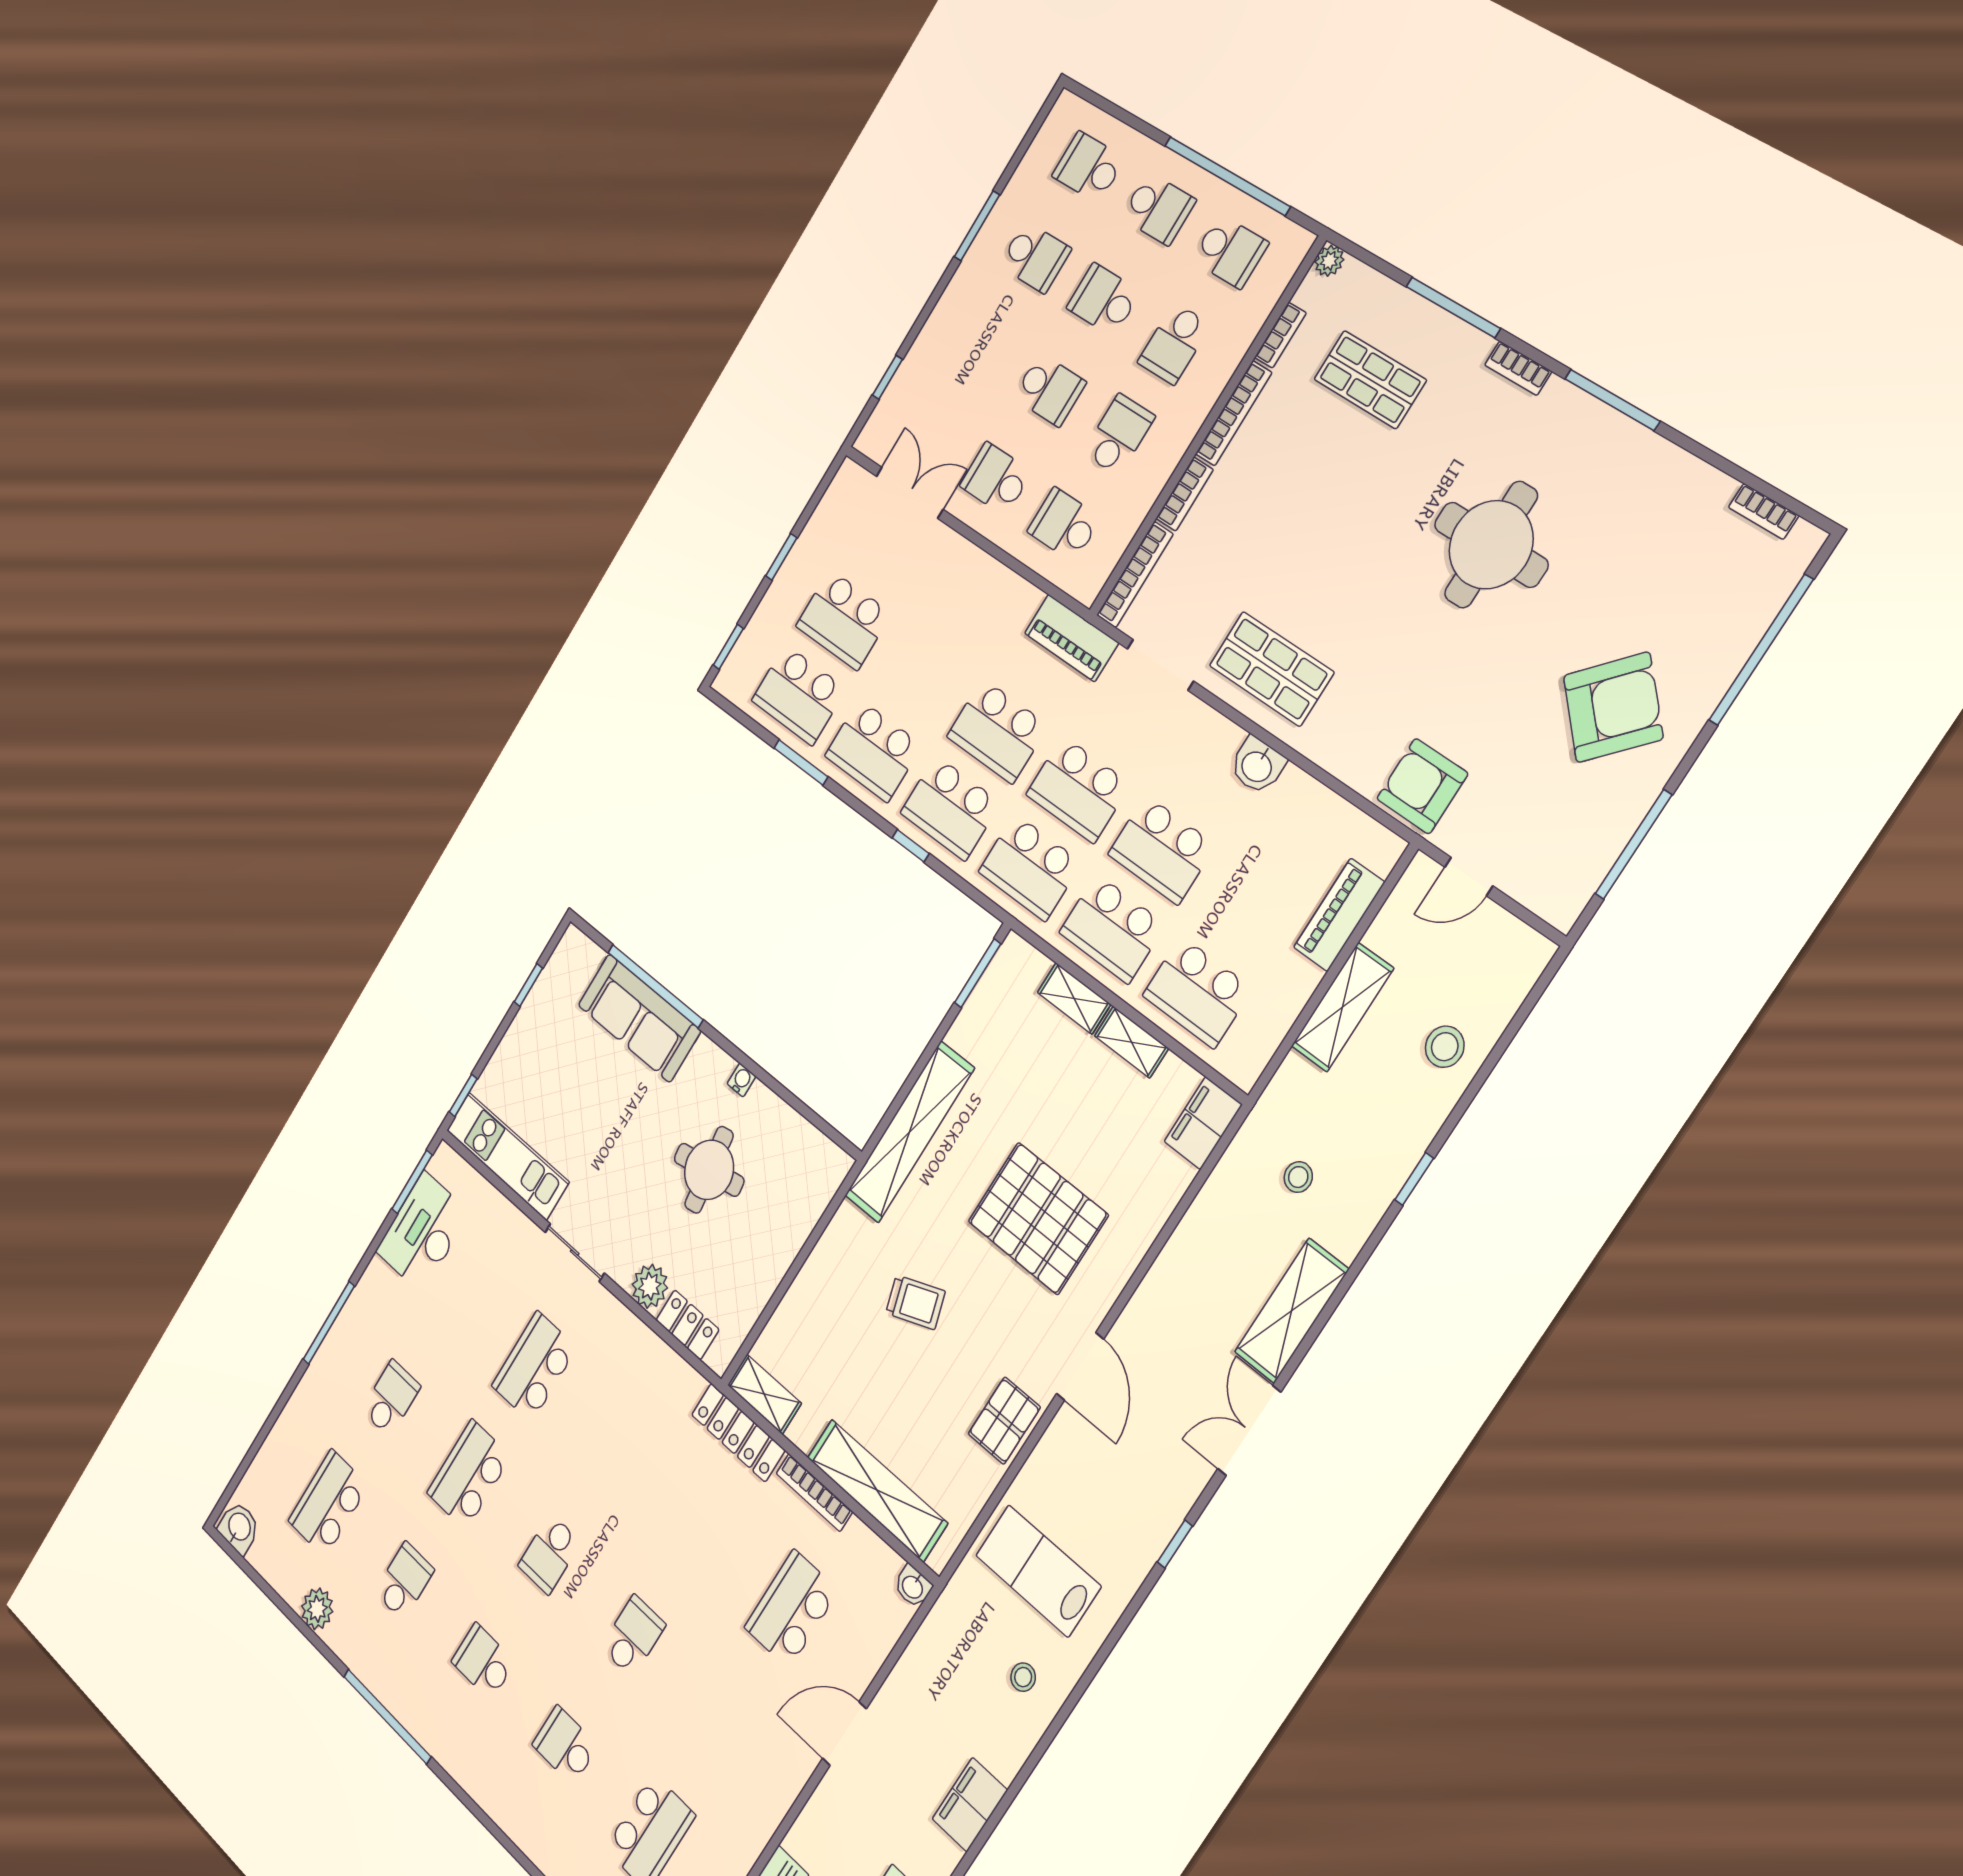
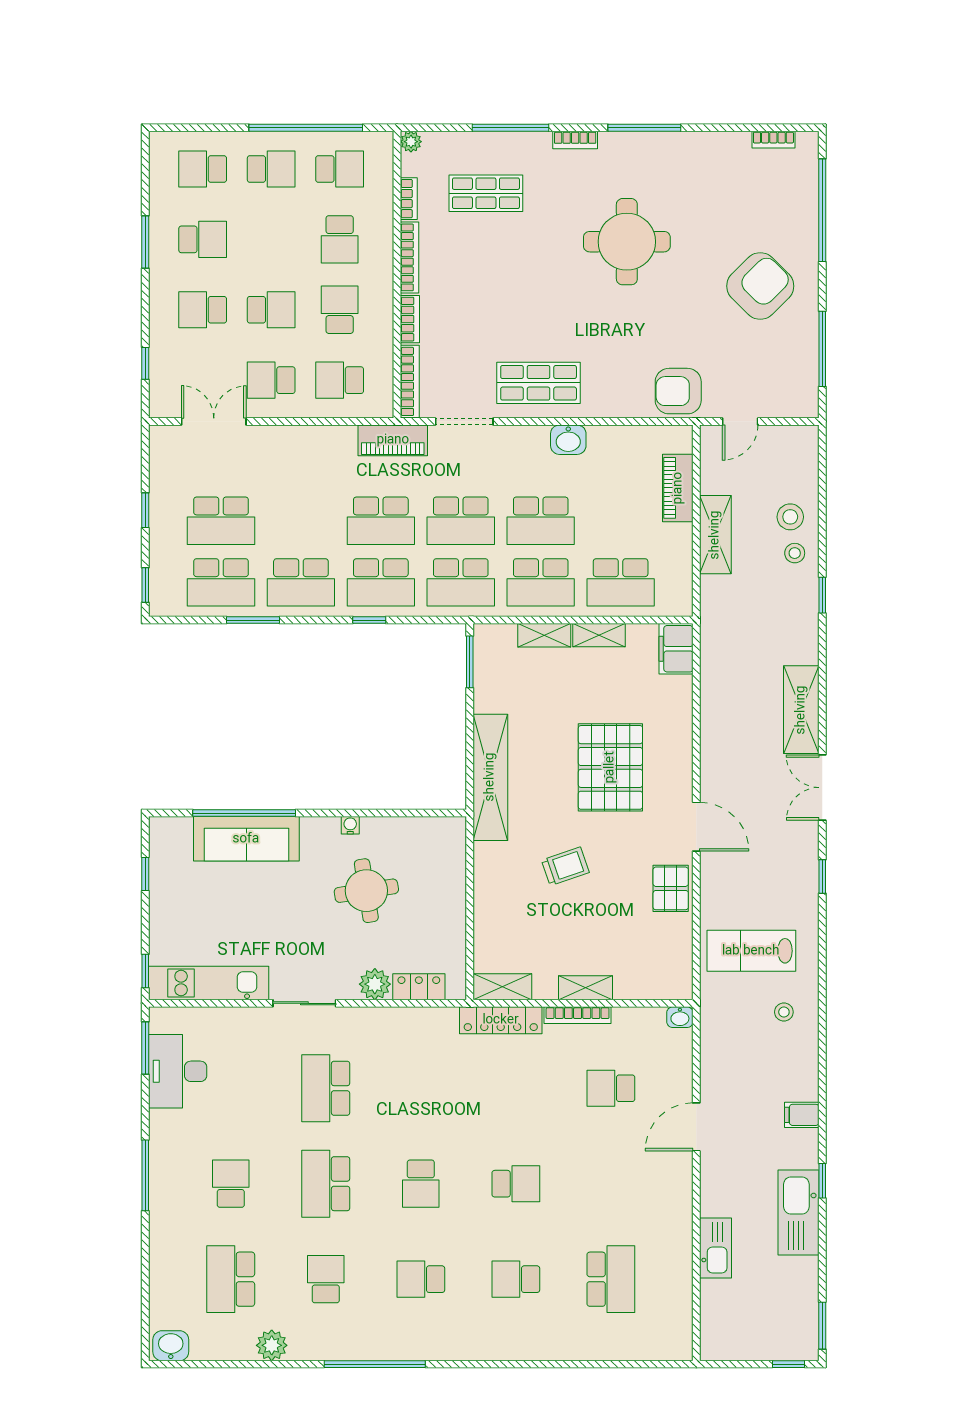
school desk: (1104, 300) -> (203, 310), moved
stool: (1298, 1177) -> (795, 553), moved
pallet: (1038, 1218) -> (610, 767), turned 90
shelving: (877, 1490) -> (586, 988), width x0.45, depth x0.75
school desk: (791, 1609) -> (611, 1088), width x0.54
school desk: (633, 1636) -> (516, 1184), turned 90
filing cabinet: (970, 1805) -> (802, 1115), width x0.50

